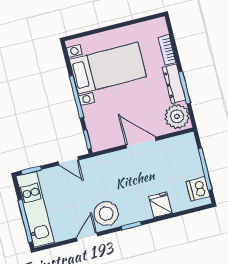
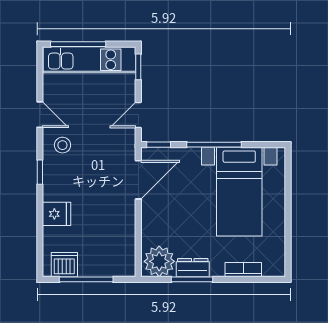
dresser: (174, 84) -> (193, 268), width x0.70
door: (141, 143) -> (138, 180), moved
stool: (106, 214) -> (62, 145), width x0.53, depth x0.53

